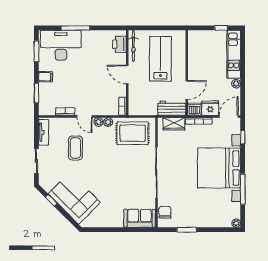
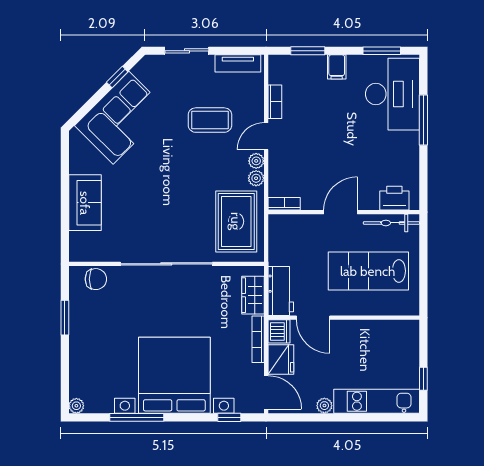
lab bench: (160, 59) -> (368, 271), turned 180
sofa: (140, 218) -> (85, 203), moved

